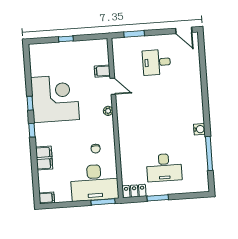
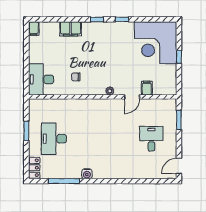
corner desk: (55, 98) -> (156, 43), moved, turned 90
desk: (94, 182) -> (41, 79), width x0.73, depth x0.77
locker: (134, 191) -> (34, 168), moved
window: (103, 202) -> (26, 80), removed

